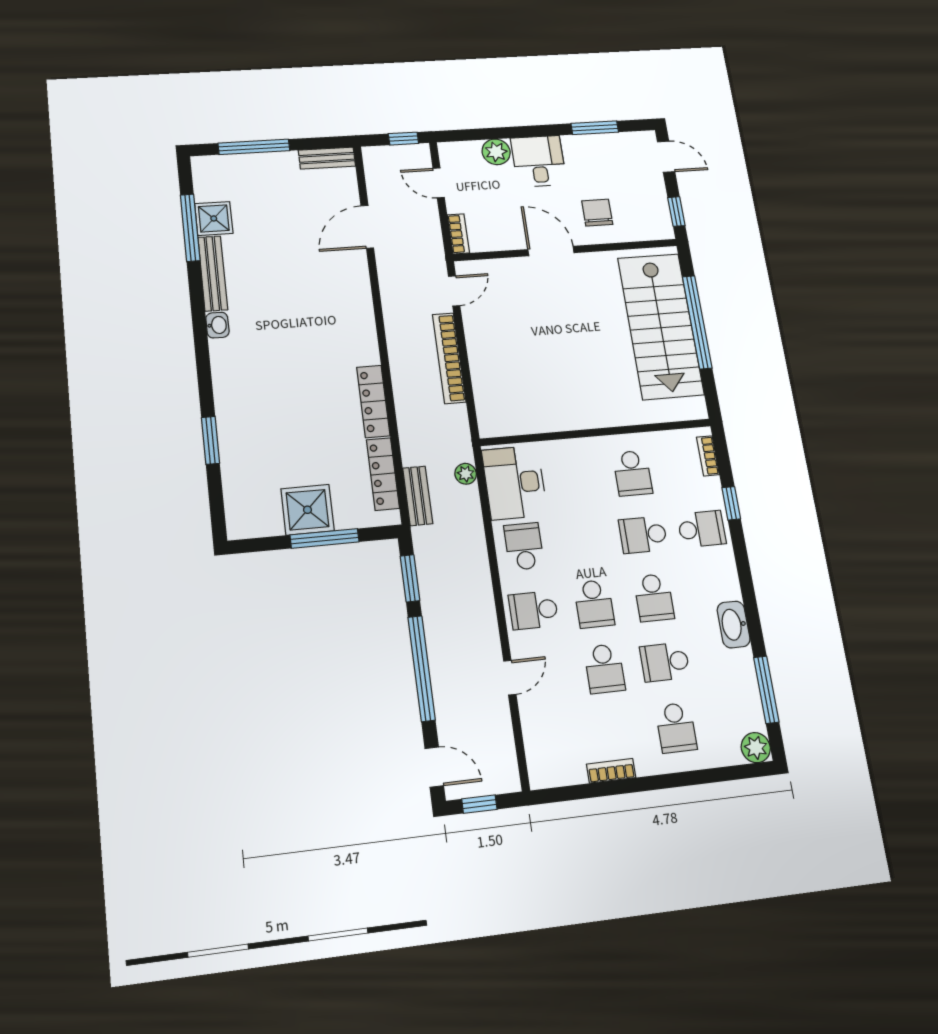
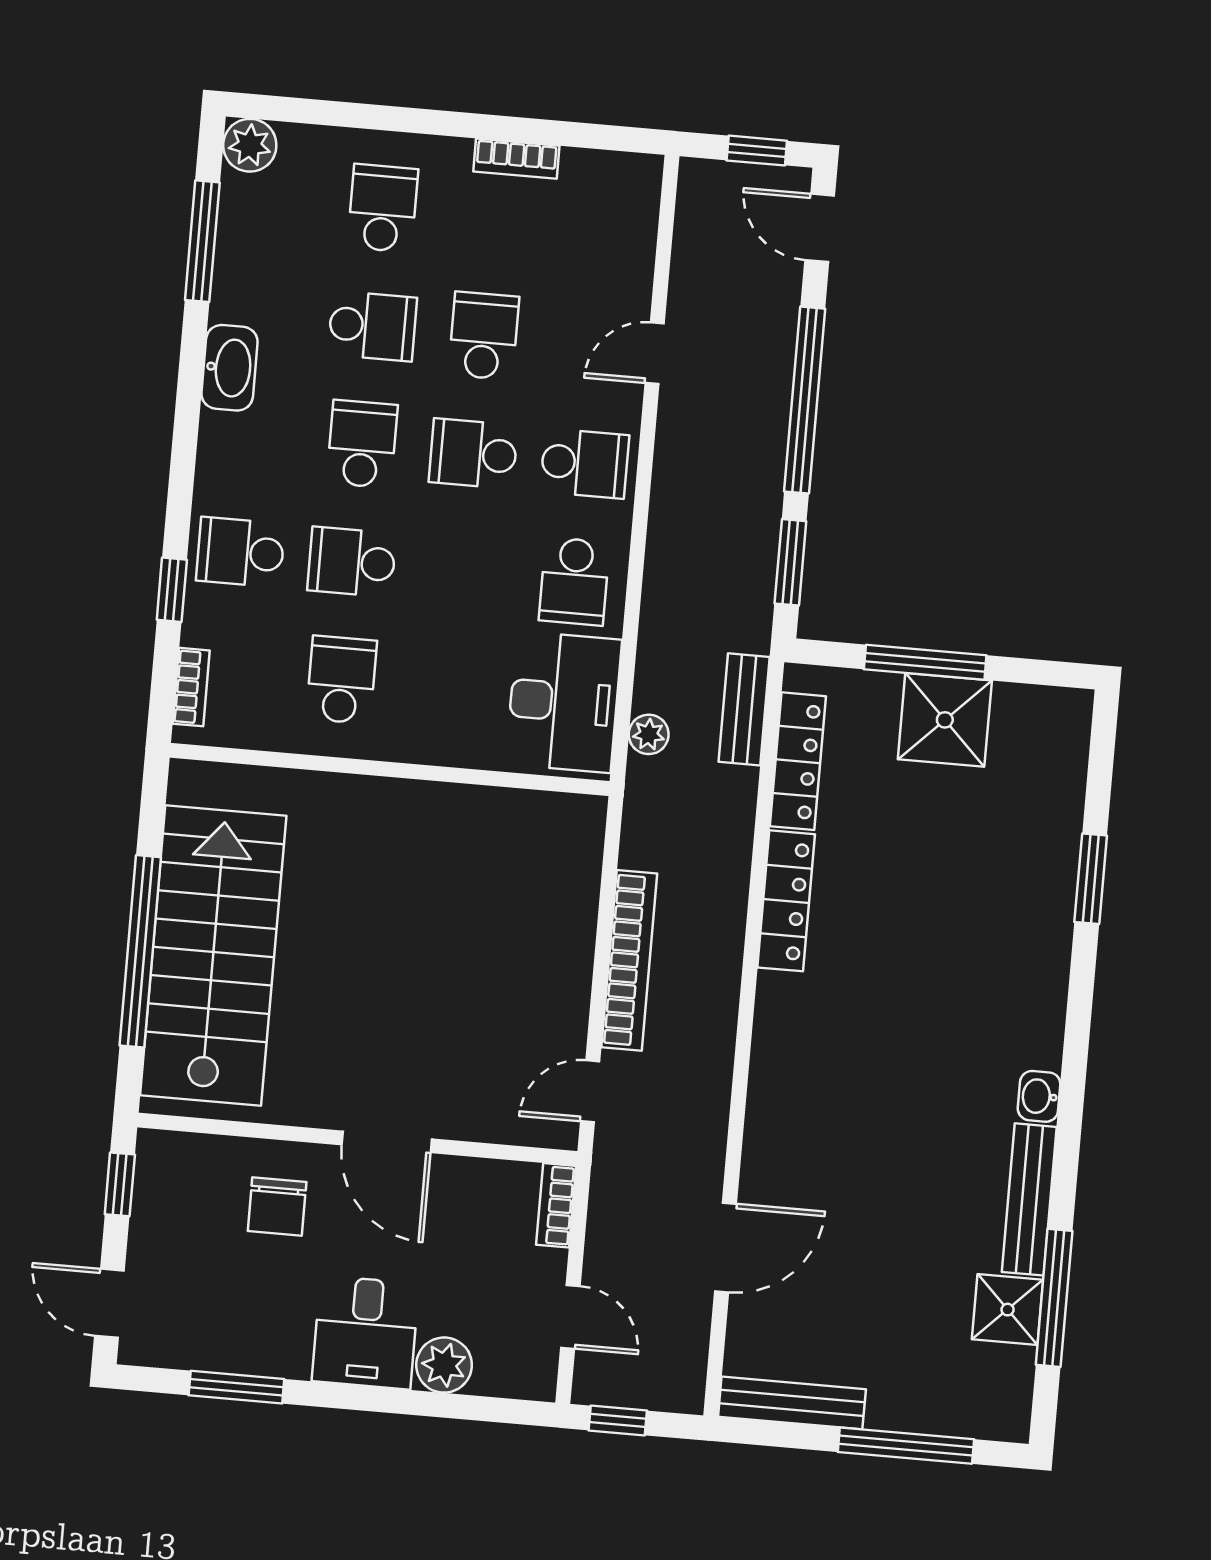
bench: (327, 158) -> (792, 1403), width x1.36
school desk: (643, 535) -> (352, 562), turned 180
school desk: (594, 604) -> (473, 454), turned -90

